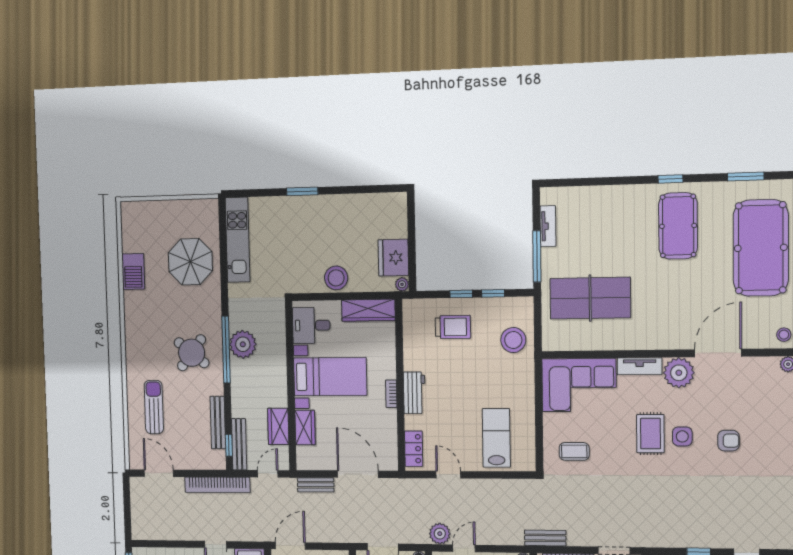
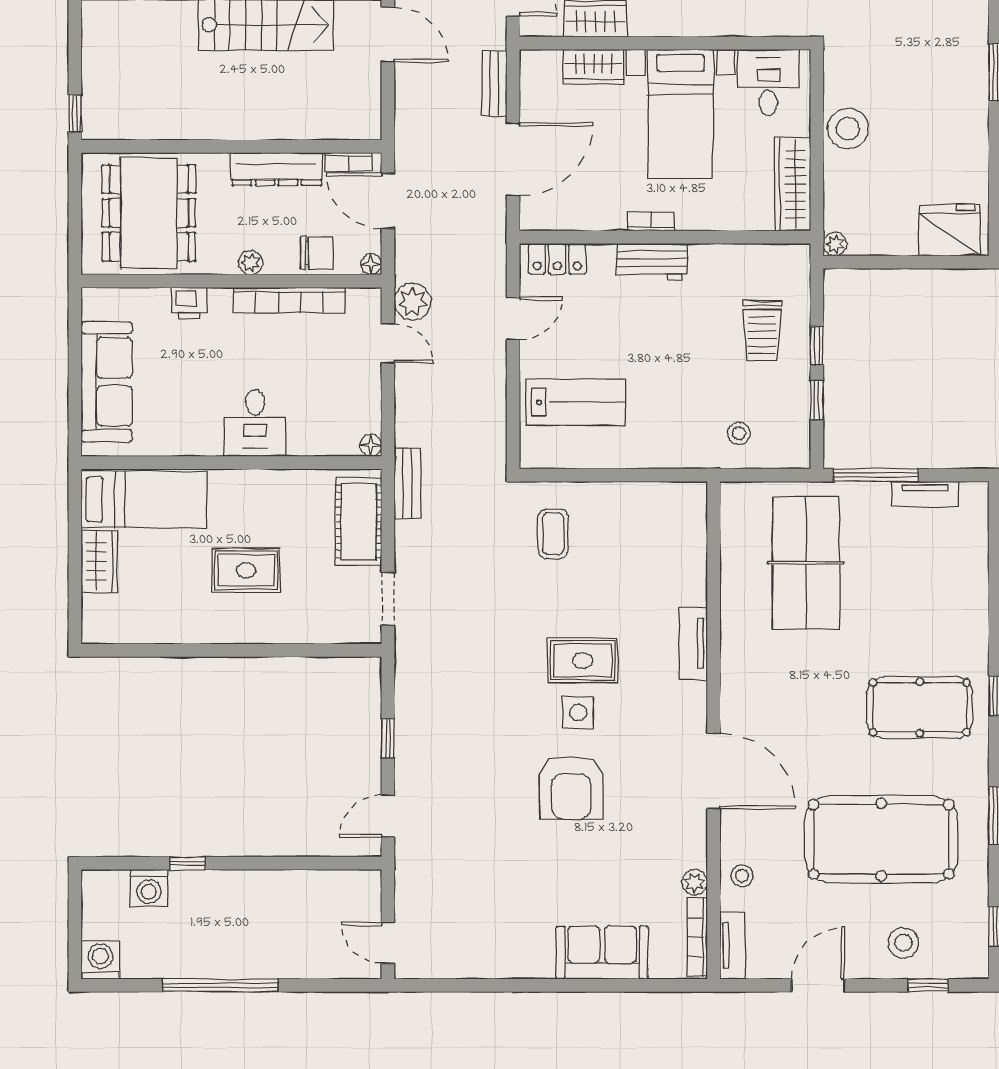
fridge: (393, 258) -> (950, 230), moved
stool: (513, 340) -> (739, 433), width x0.53, depth x0.53
plant: (679, 373) -> (682, 707), removed
corner sofa: (579, 385) -> (663, 543), removed
armchair: (728, 441) -> (571, 787), width x1.88, depth x1.88

